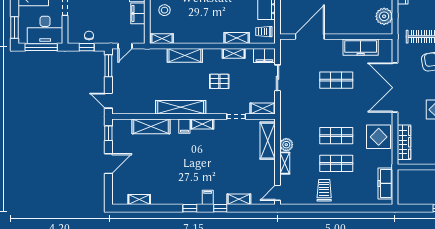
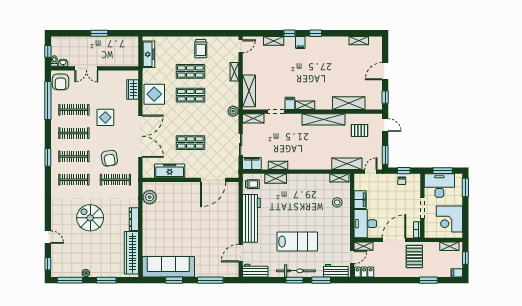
window: (41, 47) -> (443, 171), width x0.69
shelving: (185, 55) -> (347, 164), moved
pallet: (219, 81) -> (359, 130), moved
filing cabinet: (184, 126) -> (290, 103), moved
wardrobe: (404, 142) -> (133, 89), width x0.67
plant: (286, 145) -> (233, 111), moved

